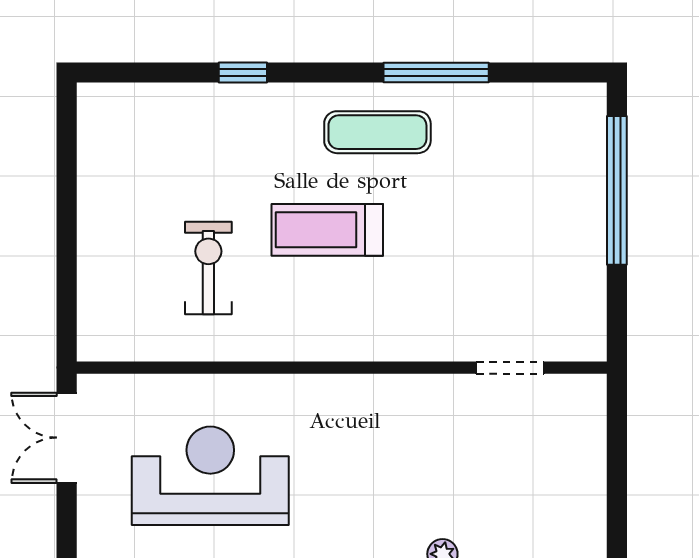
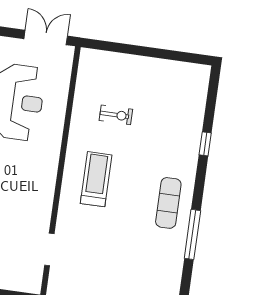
treadmill: (327, 230) -> (96, 179), moved
exercise bike: (208, 268) -> (116, 115), width x0.73, depth x0.72

